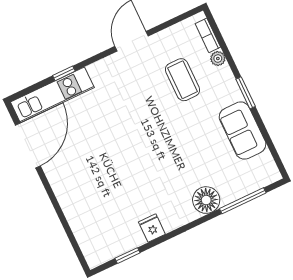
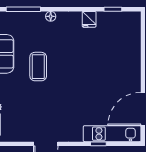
coffee table: (183, 80) -> (38, 67), moved
floor lamp: (206, 200) -> (51, 16), width x0.53, depth x0.53

